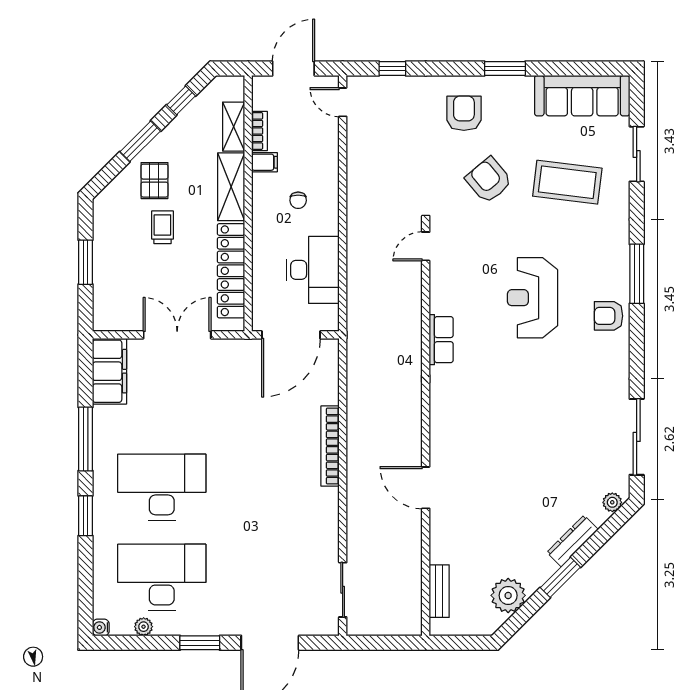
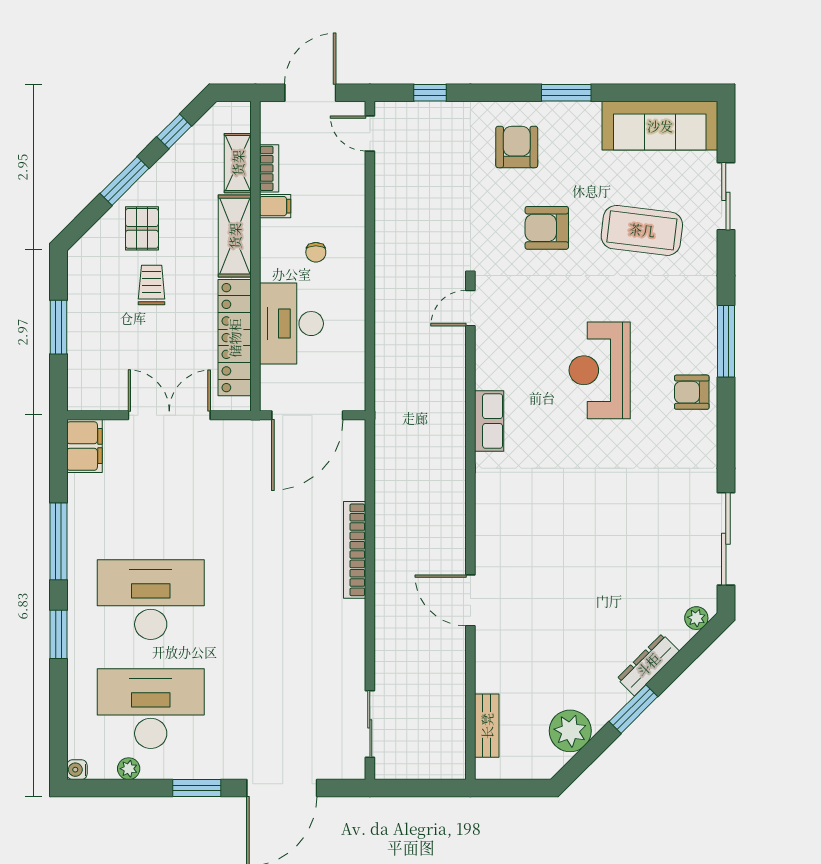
armchair: (489, 180) -> (547, 228), turned -50
desk: (313, 270) -> (291, 324), moved, turned 180
filing cabinet: (109, 371) -> (85, 446), width x0.67, depth x0.86

